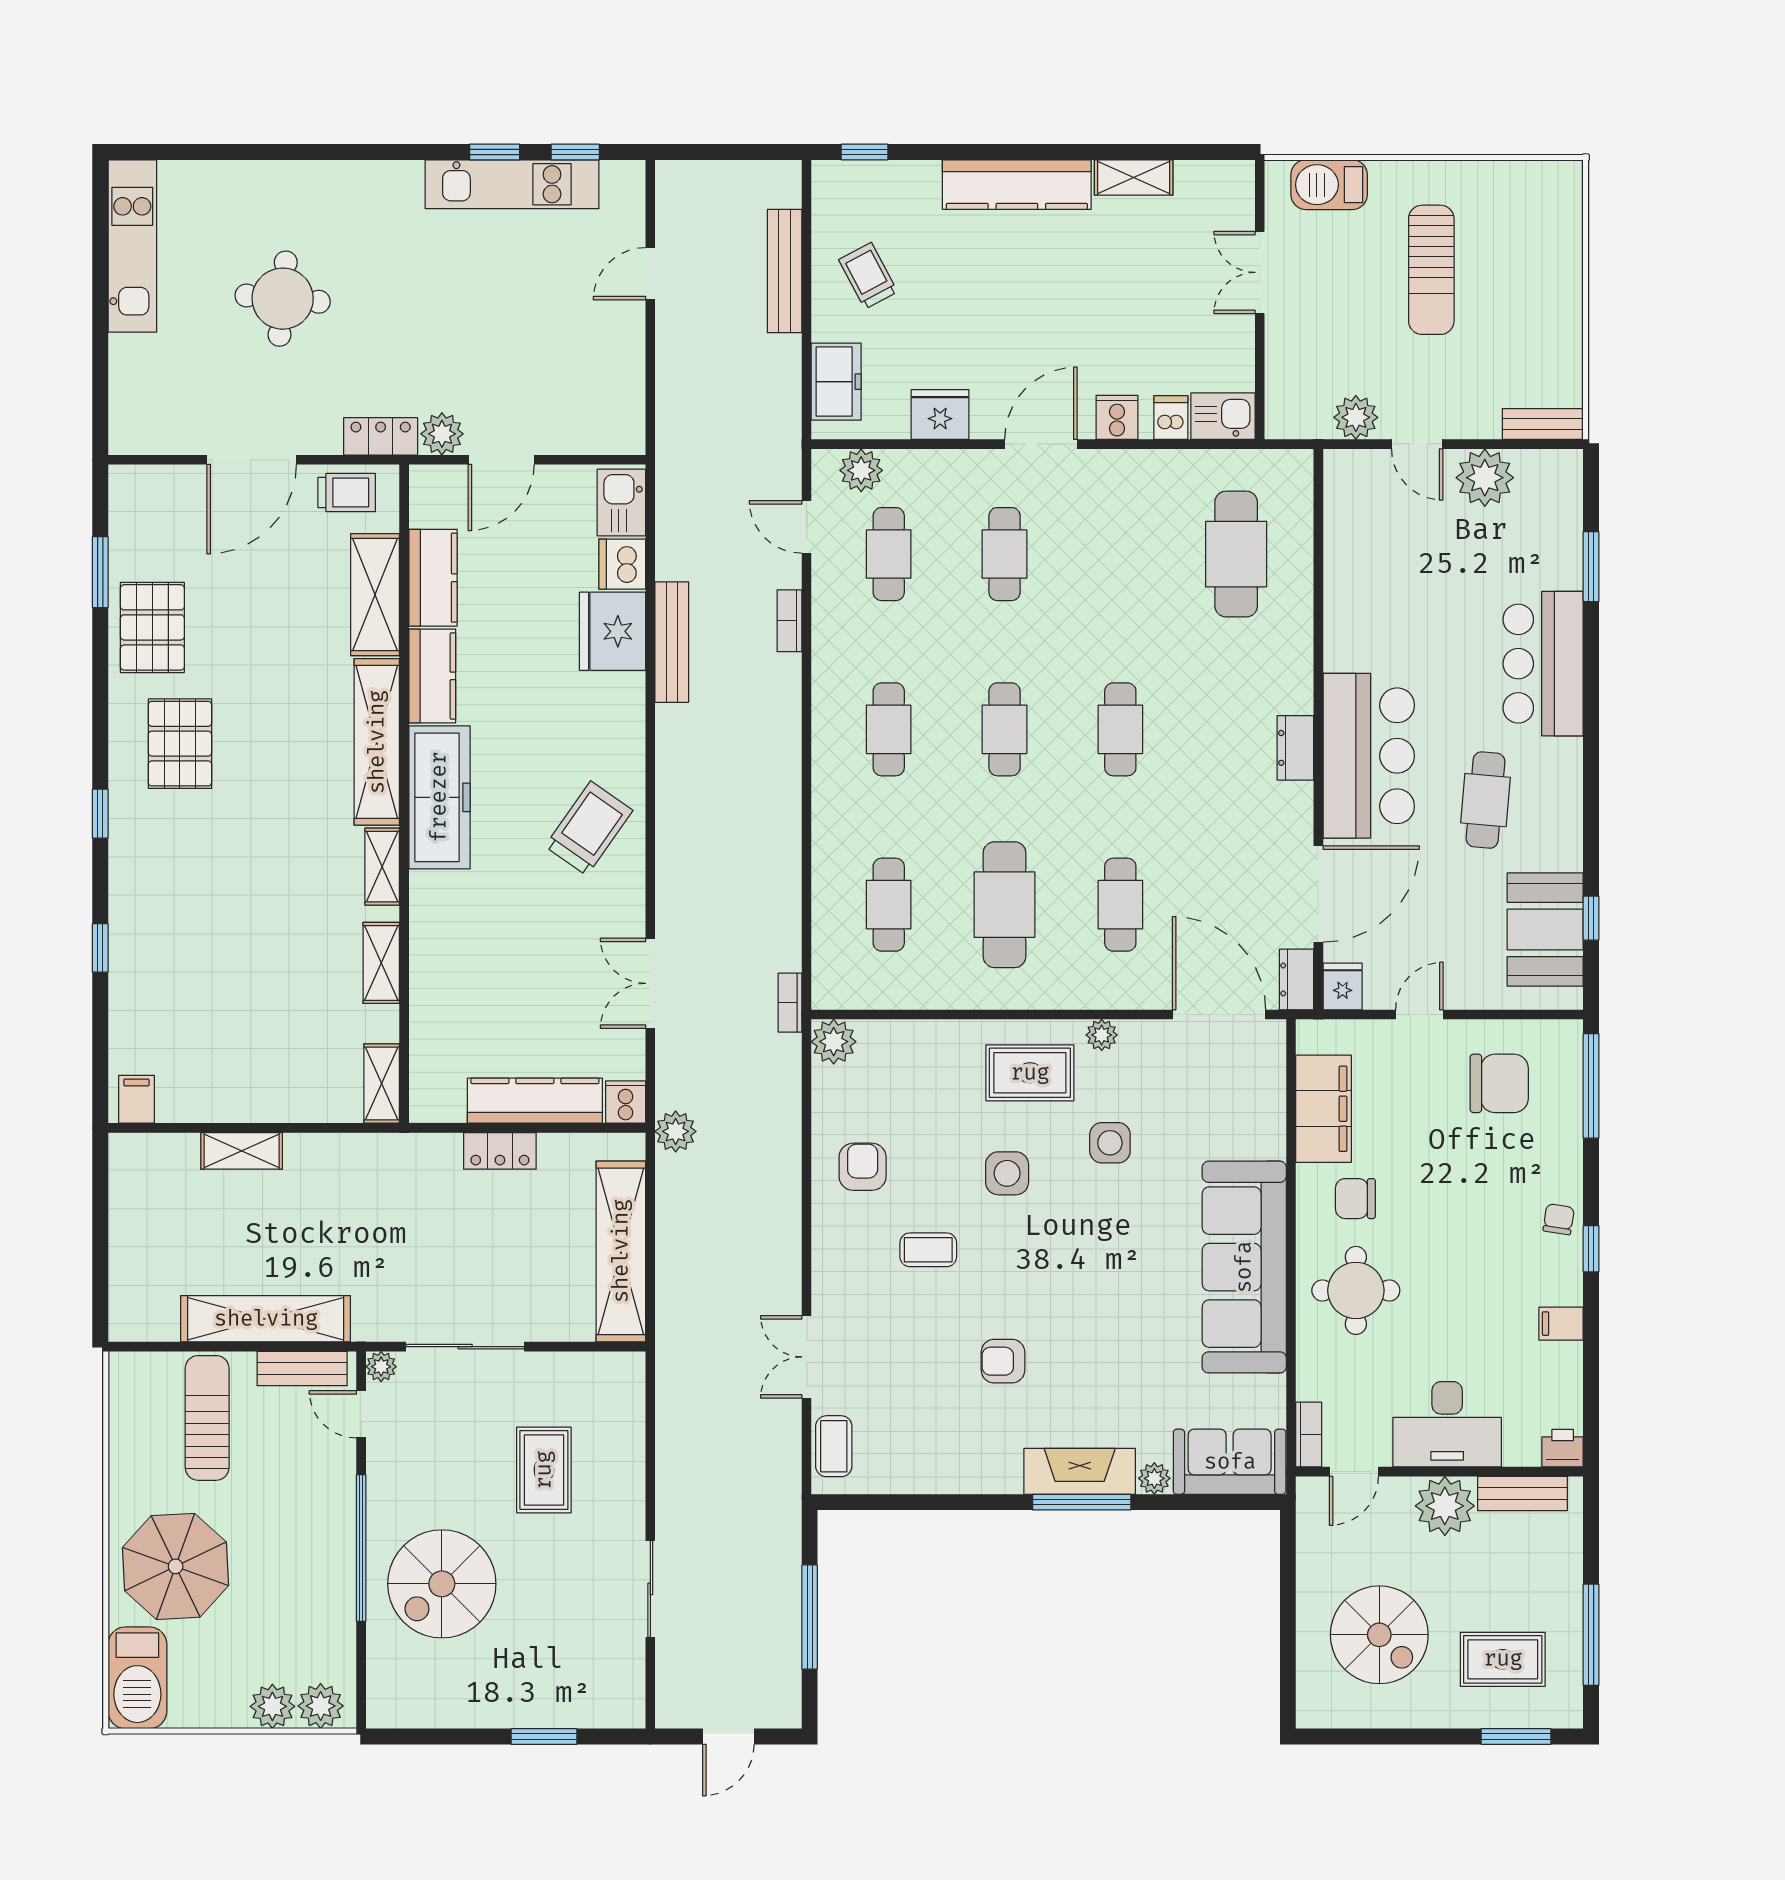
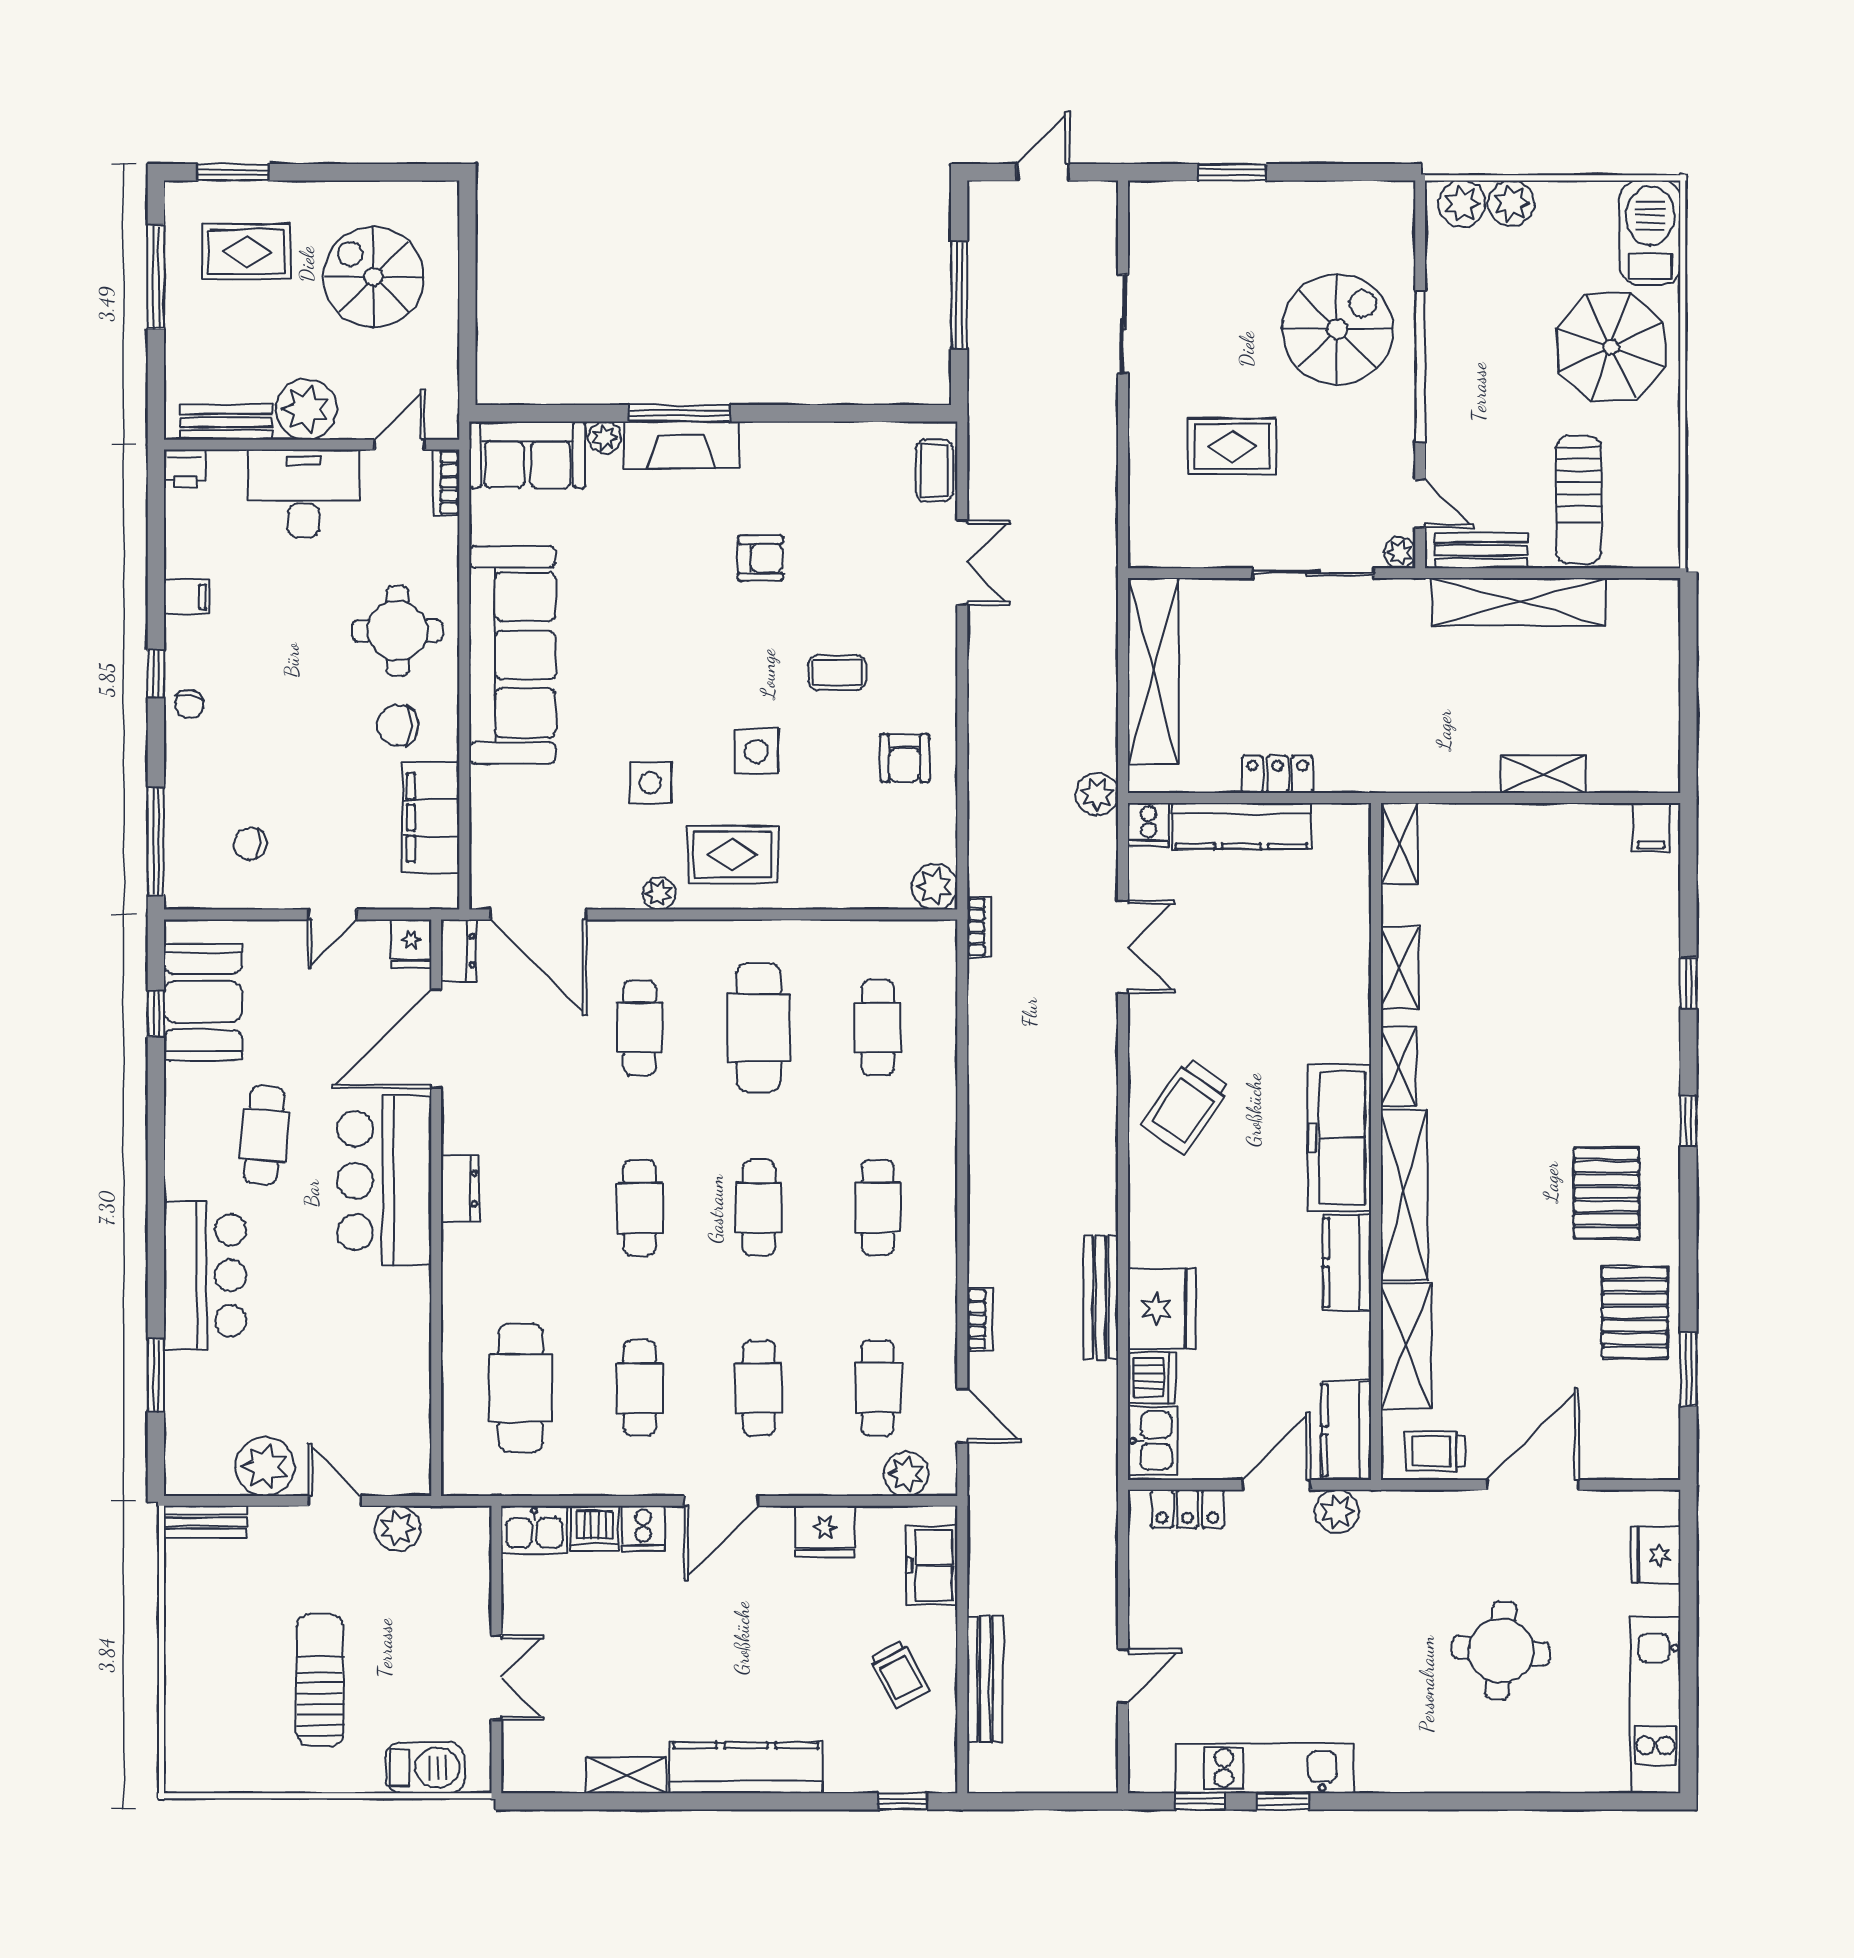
fridge: (132, 392) -> (1656, 1555), added
dishwasher: (1171, 418) -> (594, 1528), width x1.38
locker: (381, 436) -> (1187, 1509), moved
cafe table: (1120, 554) -> (640, 1388), added
kitchen counter: (433, 578) -> (1346, 1430), moved
chair: (1499, 1083) -> (250, 844), width x0.54, depth x0.54
chair: (1355, 1199) -> (398, 725), turned 180
rug: (544, 1470) -> (1232, 446), turned 90

